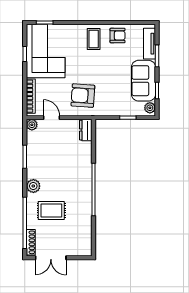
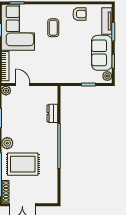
coffee table: (94, 39) -> (53, 28), moved
armchair: (83, 96) -> (50, 66), removed
dresser: (86, 130) -> (52, 113), moved
rug: (51, 210) -> (23, 164), width x1.36, depth x1.43

